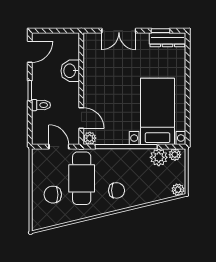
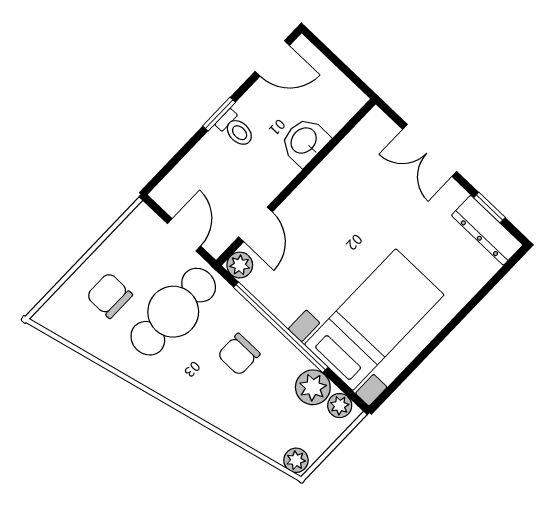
toilet: (41, 105) -> (236, 129), moved
chair: (117, 190) -> (239, 354), moved, turned 90

